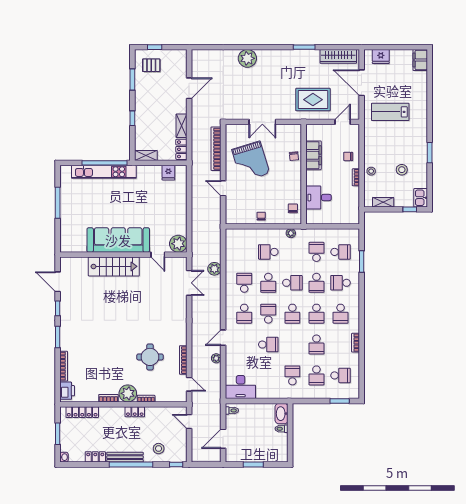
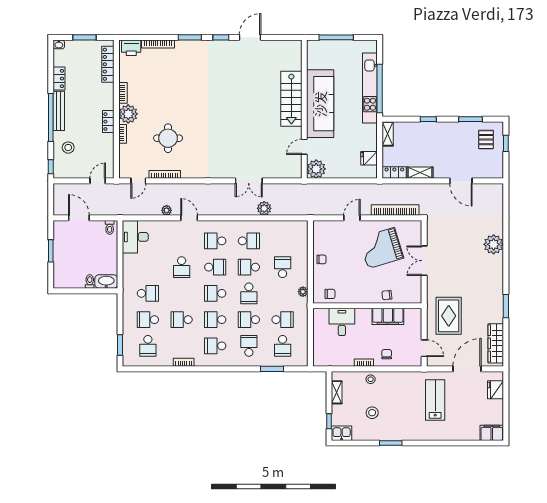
sofa: (118, 240) -> (320, 104), moved
plant: (178, 244) -> (316, 169), moved
wall: (123, 255) -> (304, 109), moved
door: (158, 255) -> (304, 147), moved
stairs: (114, 266) -> (291, 99), moved

